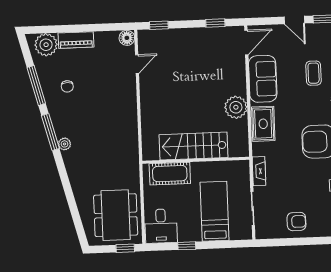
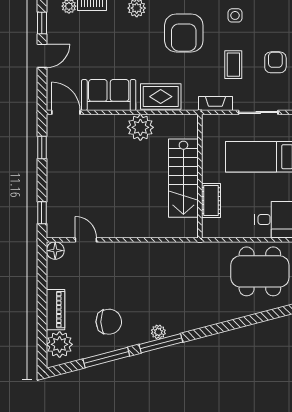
coffee table: (314, 73) -> (233, 65), moved, turned 90
chair: (67, 86) -> (109, 322), width x1.87, depth x1.87
plant: (64, 144) -> (158, 332), moved
cot: (170, 174) -> (211, 201), width x0.73, depth x0.75

